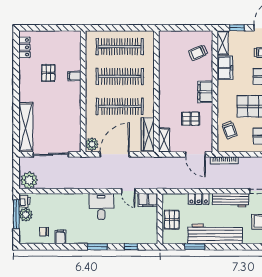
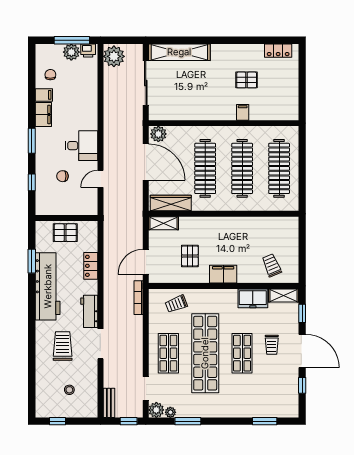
filing cabinet: (148, 200) -> (43, 114), moved, turned 180
workbench: (231, 200) -> (89, 311), width x0.73
chair: (126, 222) -> (62, 176), added

